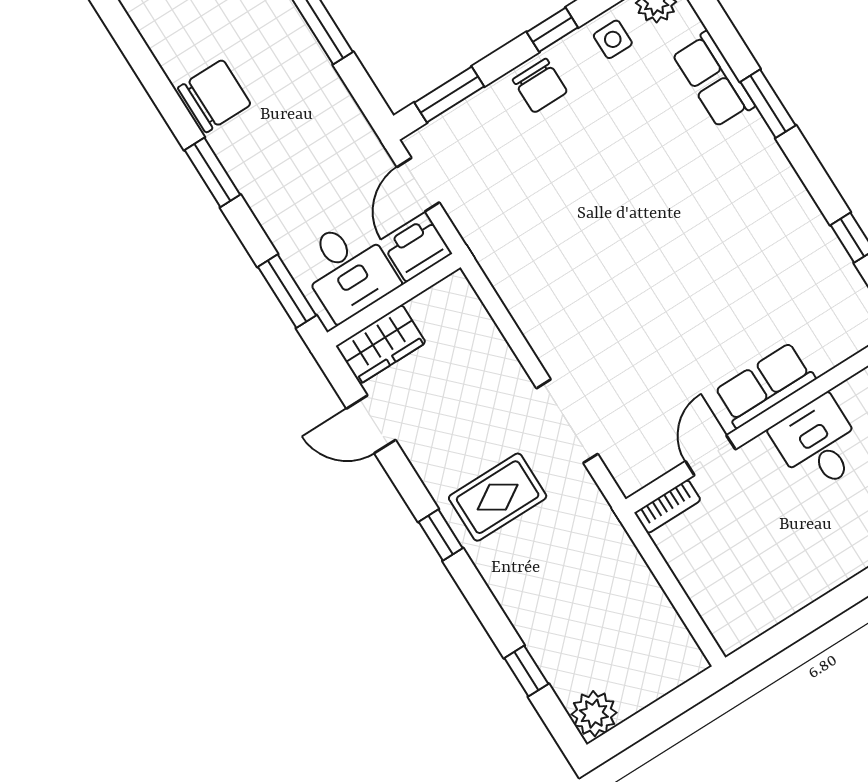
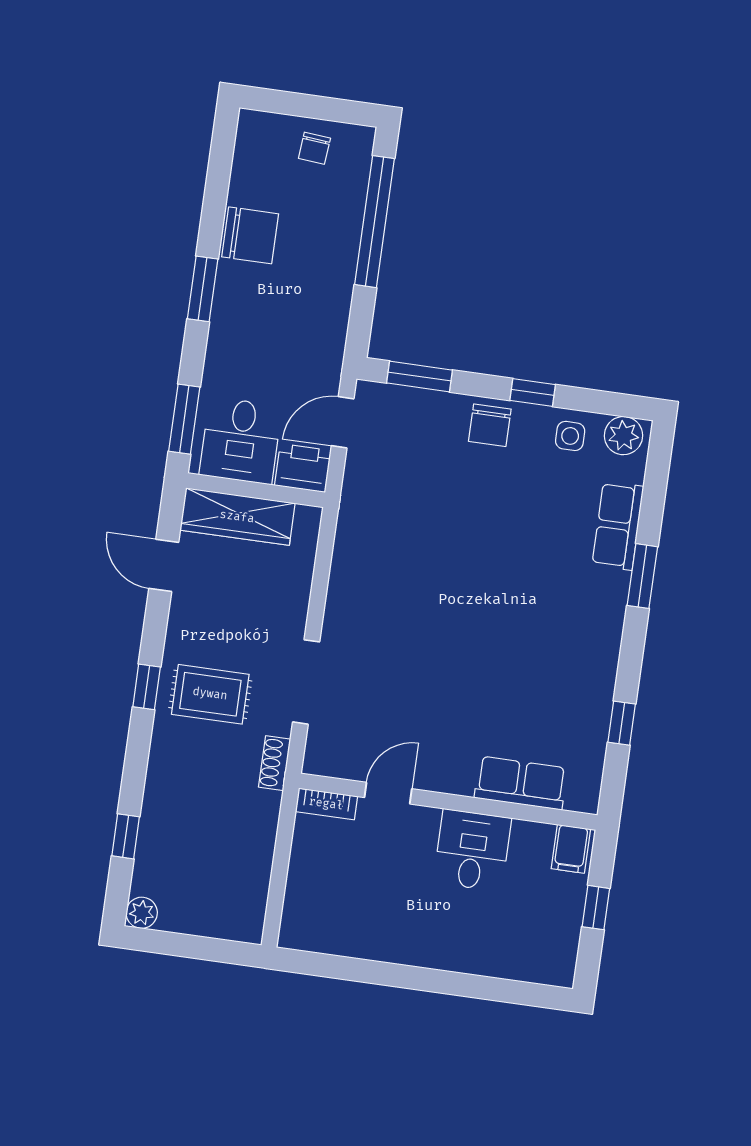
wardrobe: (381, 344) -> (237, 517), width x1.50
row of seats: (765, 385) -> (521, 783), moved
shoe rack: (597, 509) -> (275, 763), added
plant: (594, 714) -> (142, 913), width x0.73, depth x0.73

